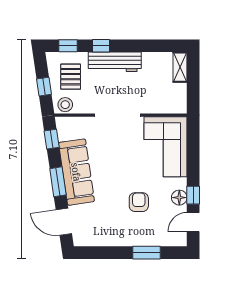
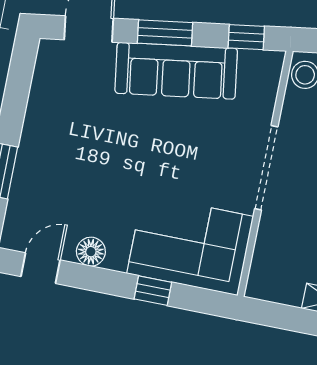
window: (193, 195) -> (153, 291), moved
armchair: (139, 202) -> (97, 175), removed
door: (193, 222) -> (41, 268), hinge flipped

